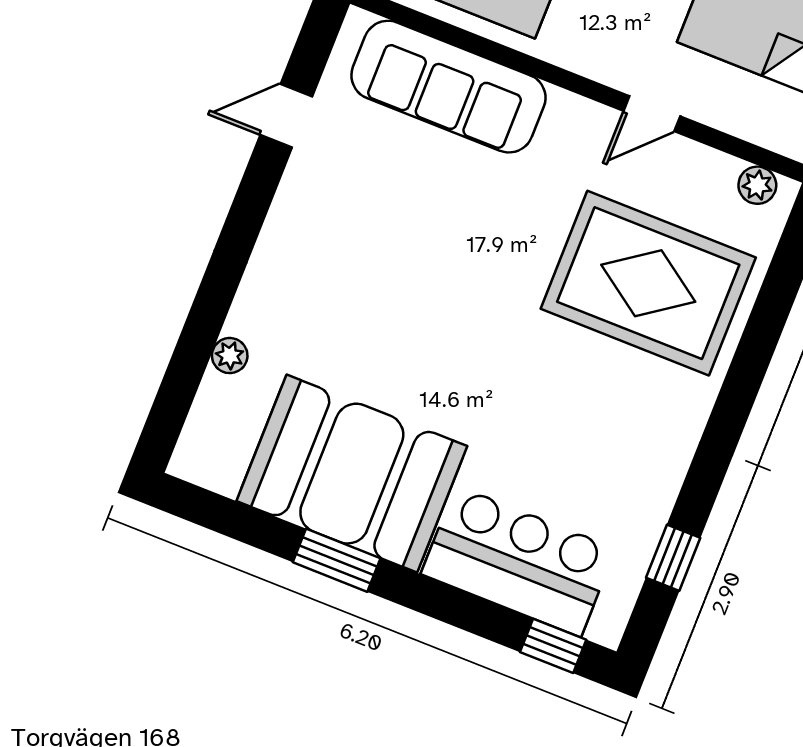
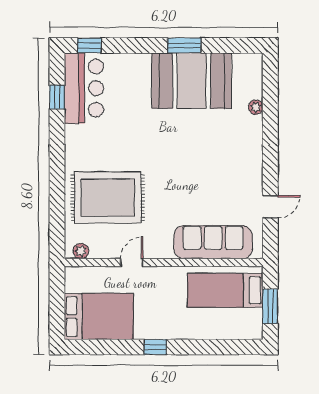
bar counter: (518, 561) -> (84, 88), moved, turned -90

